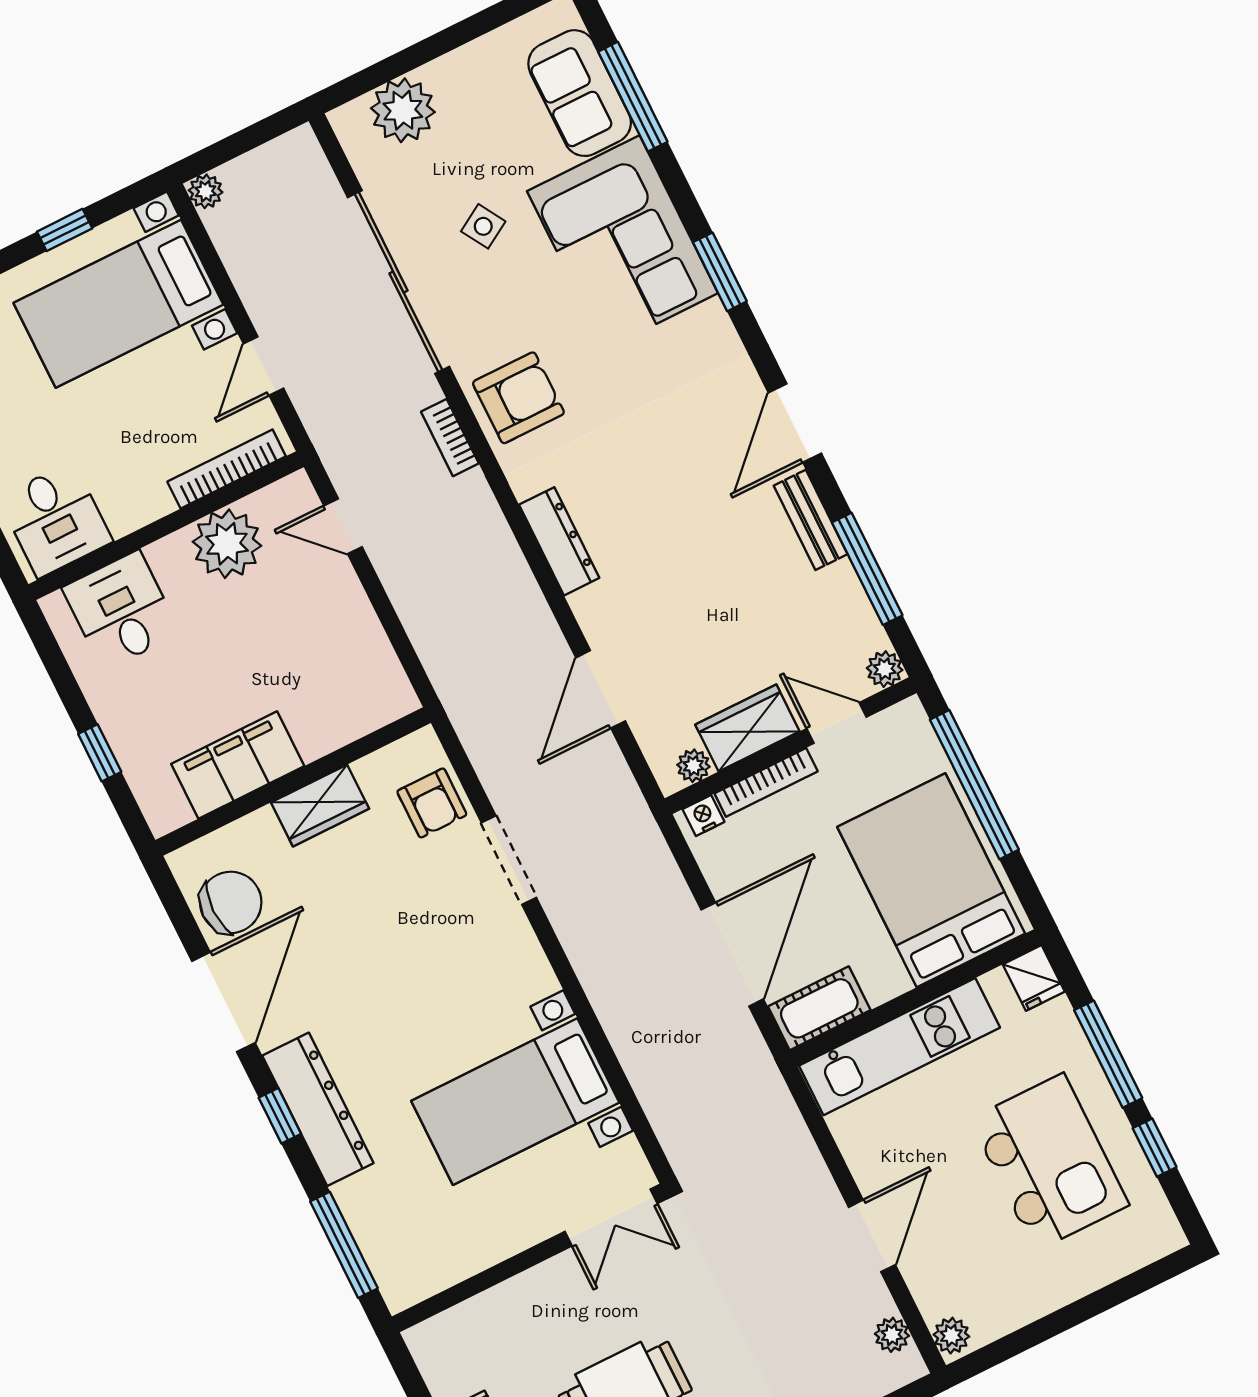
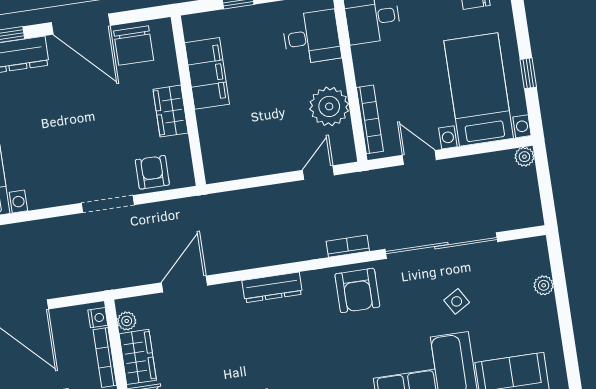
plant: (403, 110) -> (544, 285), width x0.53, depth x0.53
door: (601, 689) -> (184, 284), hinge flipped
armchair: (432, 803) -> (152, 172), turned 90

